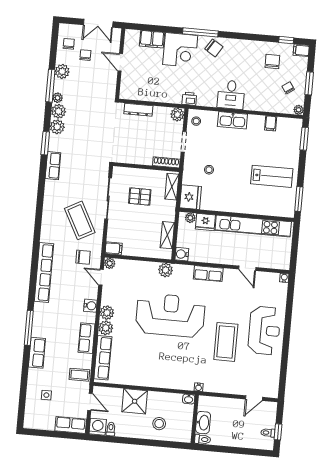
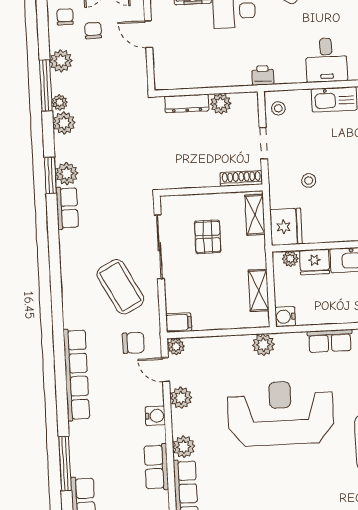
plant: (177, 115) -> (221, 104), moved
plant: (57, 127) -> (67, 174), moved
pallet: (140, 196) -> (208, 237), turned 90
plant: (107, 313) -> (181, 398), moved

